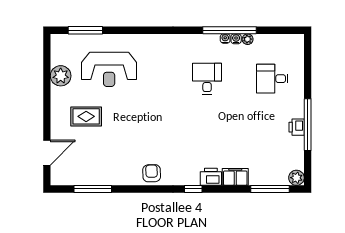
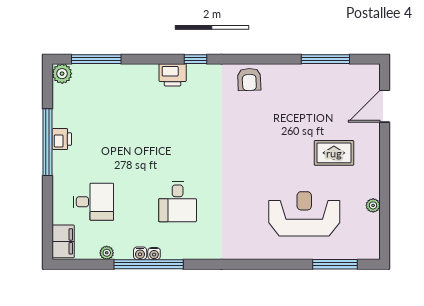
plant: (248, 39) -> (107, 253), moved
plant: (61, 76) -> (373, 205), width x0.53, depth x0.53
filing cabinet: (235, 177) -> (63, 241), moved, turned -90

